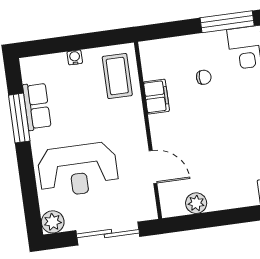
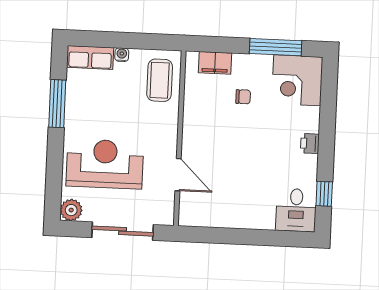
filing cabinet: (156, 97) -> (215, 63), moved, turned 90
row of seats: (37, 106) -> (90, 57), moved, turned 90
reception desk: (78, 170) -> (105, 164), turned 180
plant: (196, 203) -> (213, 217), removed

